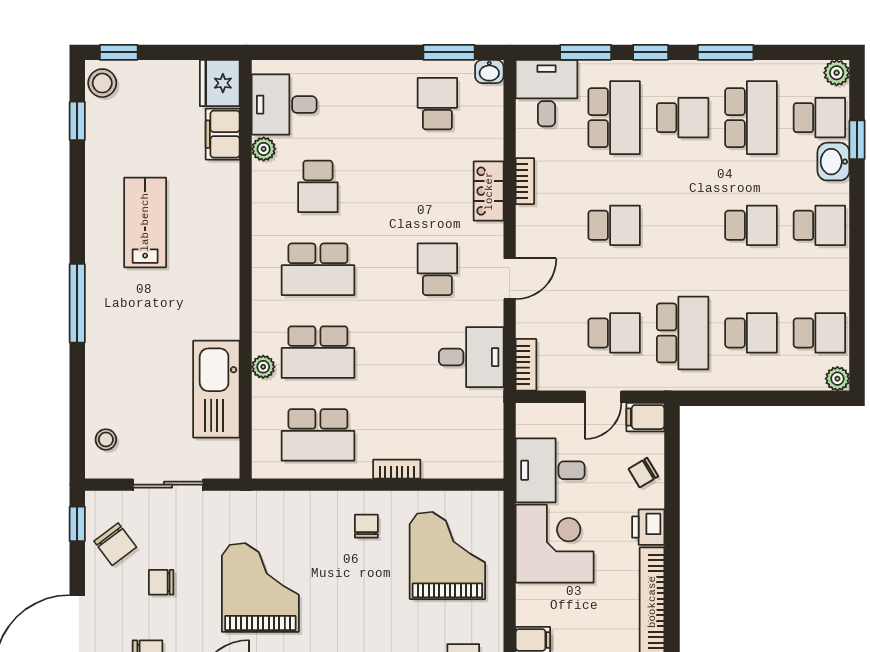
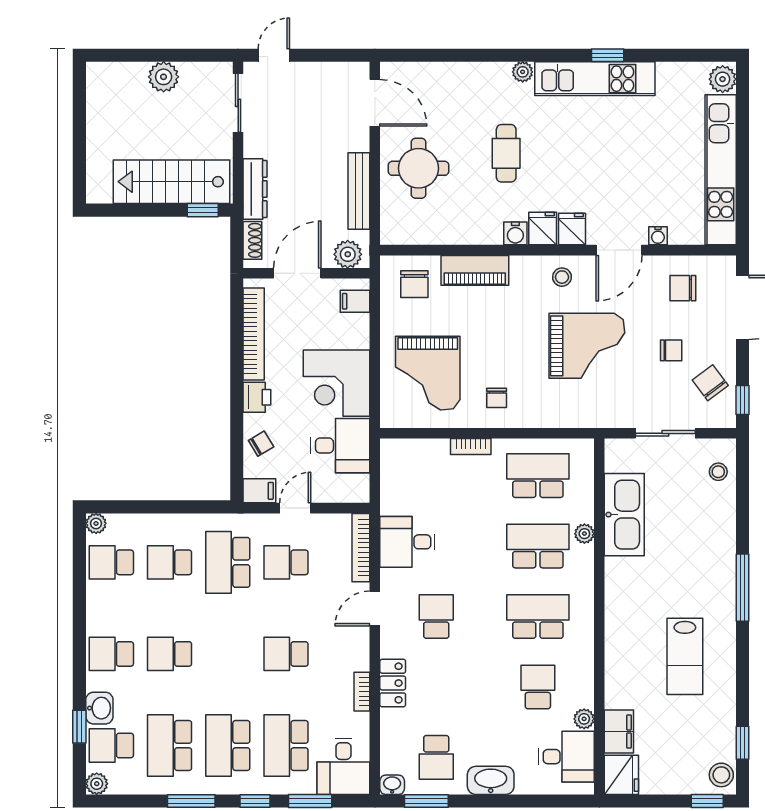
washbasin: (373, 77) -> (491, 780), added
school desk: (683, 118) -> (228, 746), width x1.85
school desk: (437, 269) -> (436, 617), turned 180
bookcase: (526, 365) -> (361, 548), width x1.56
grand piano: (260, 588) -> (587, 346), turned -90

